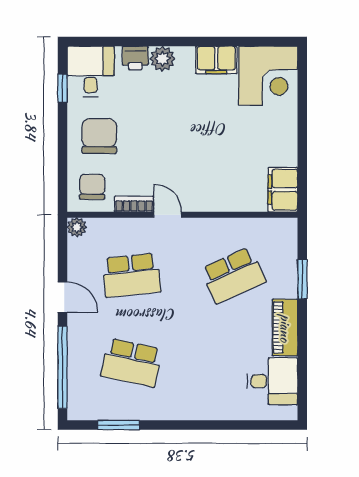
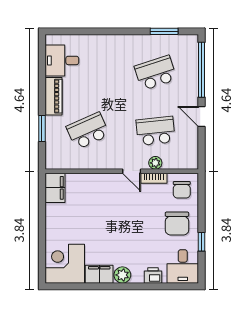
plant: (162, 59) -> (122, 275), moved
window: (62, 88) -> (201, 242), moved
plant: (77, 227) -> (155, 163), moved
school desk: (132, 363) -> (156, 73), turned -30

